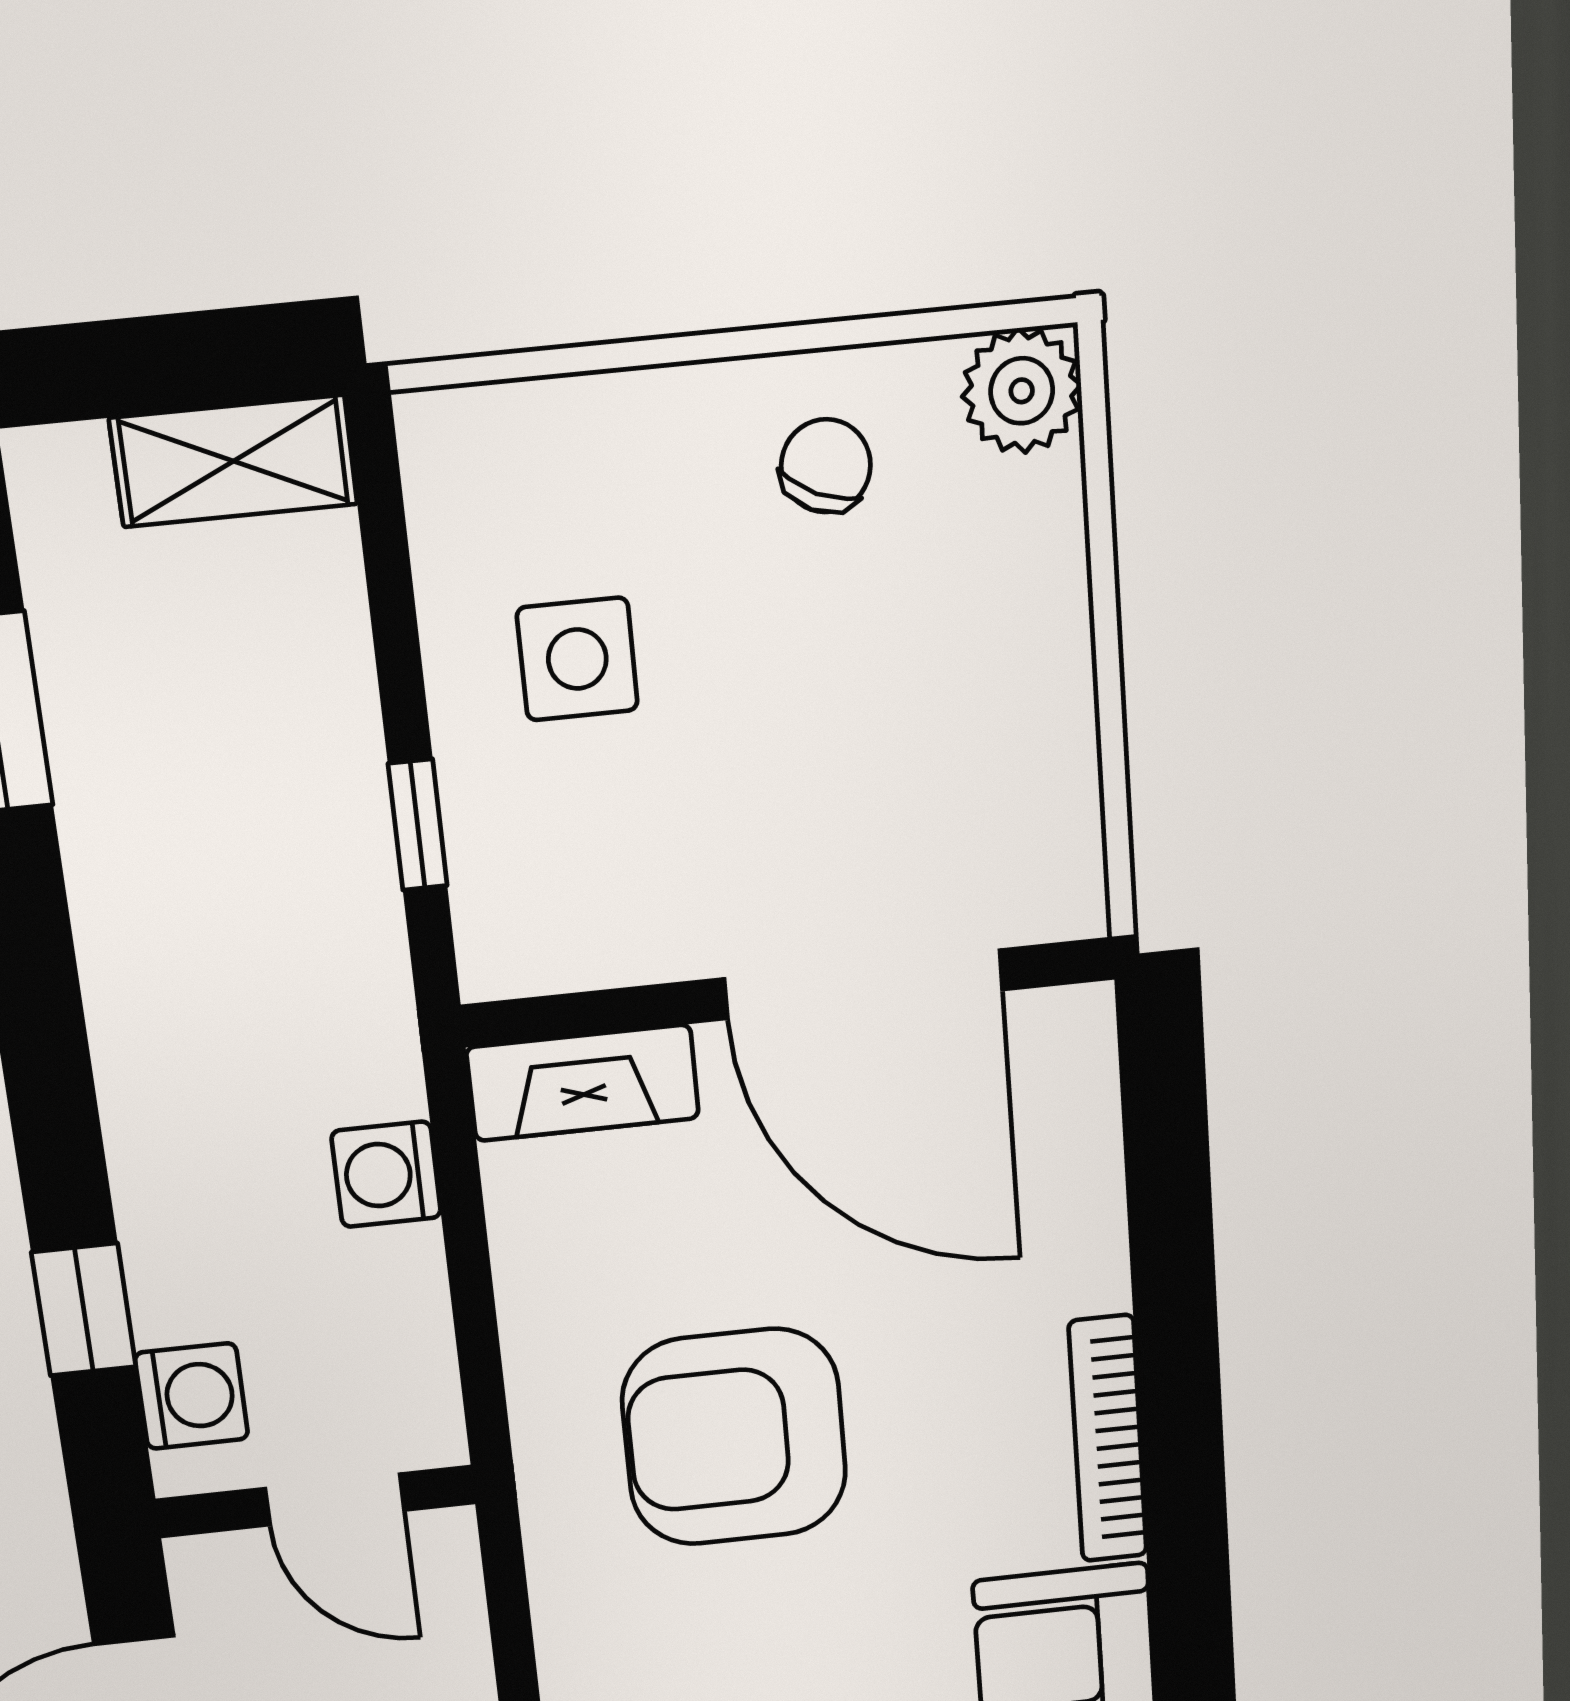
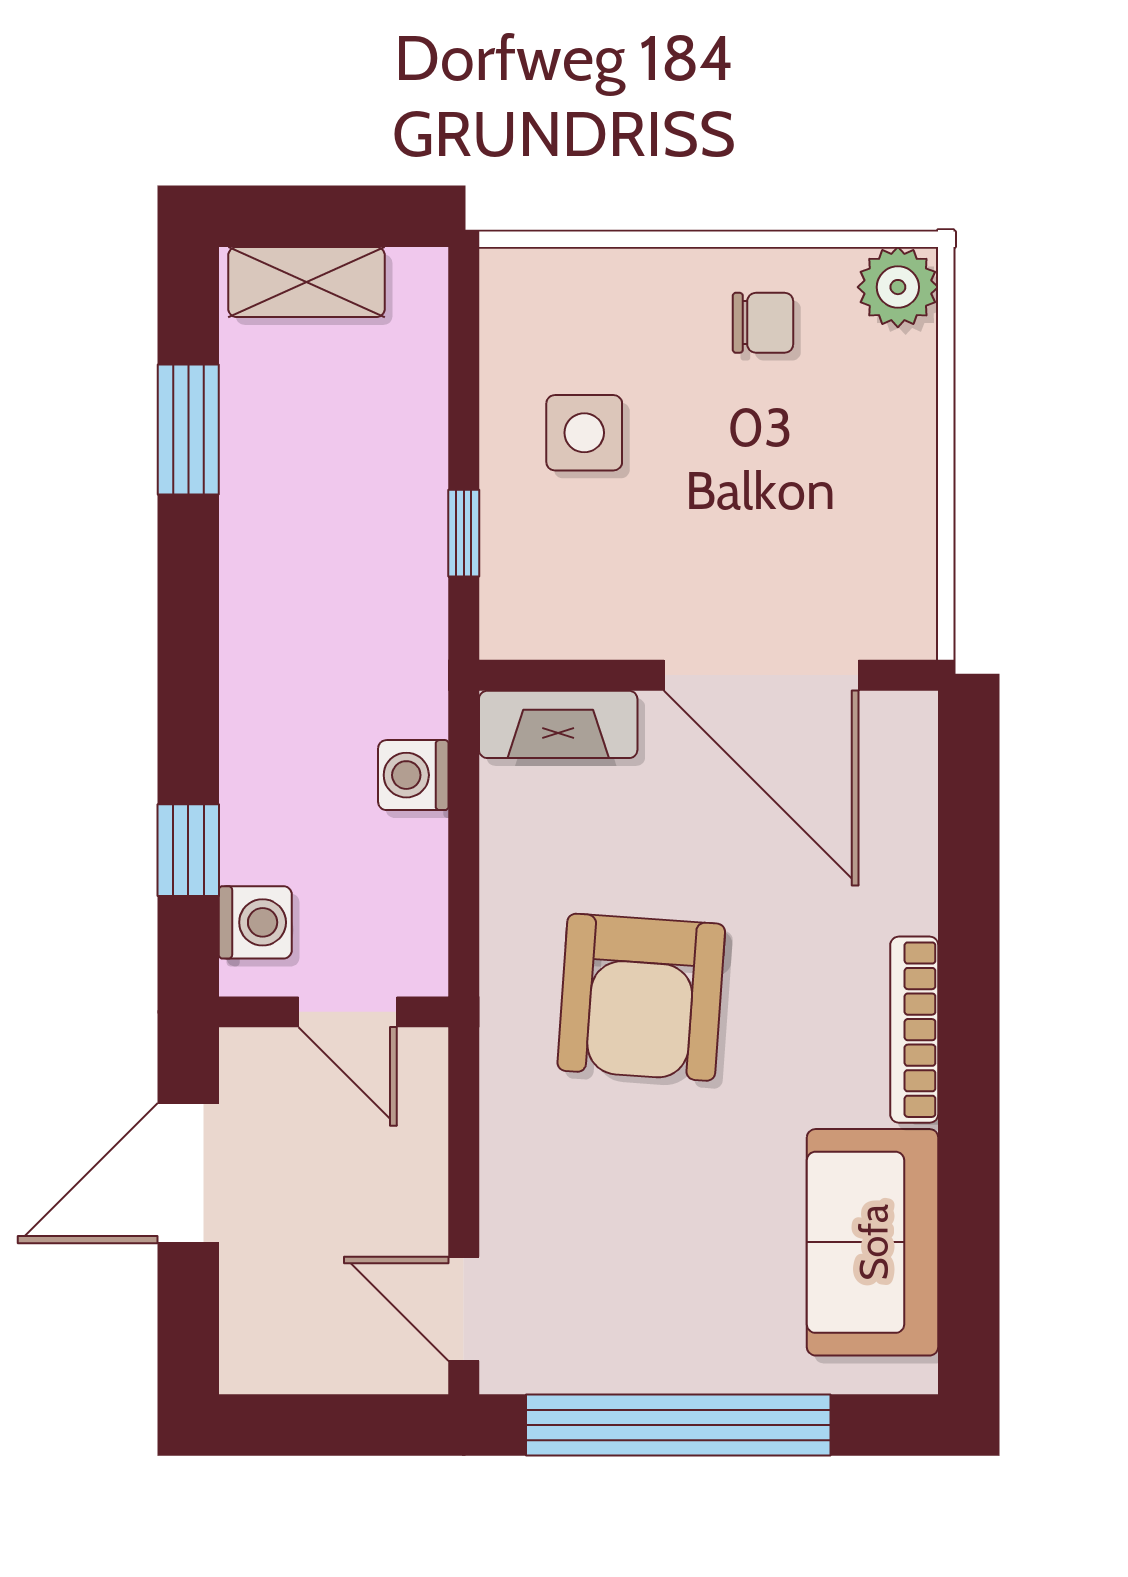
shelving: (234, 461) -> (307, 282), moved
chair: (826, 466) -> (763, 323), turned 66
armchair: (734, 1437) -> (641, 997), turned -86

